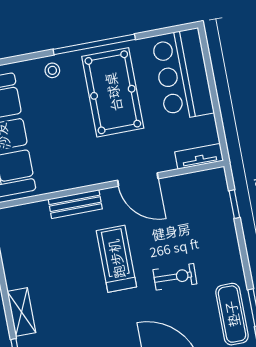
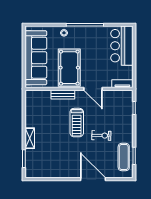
pool table: (113, 92) -> (69, 68), moved
treadmill: (116, 259) -> (77, 123), turned 180

